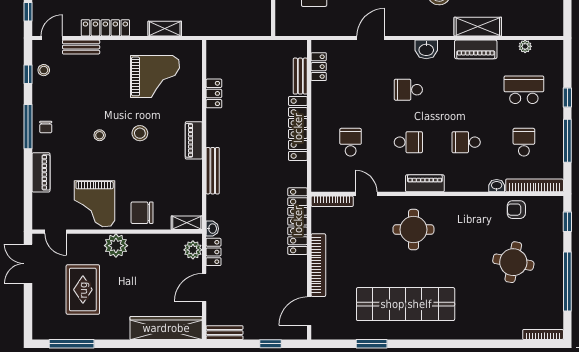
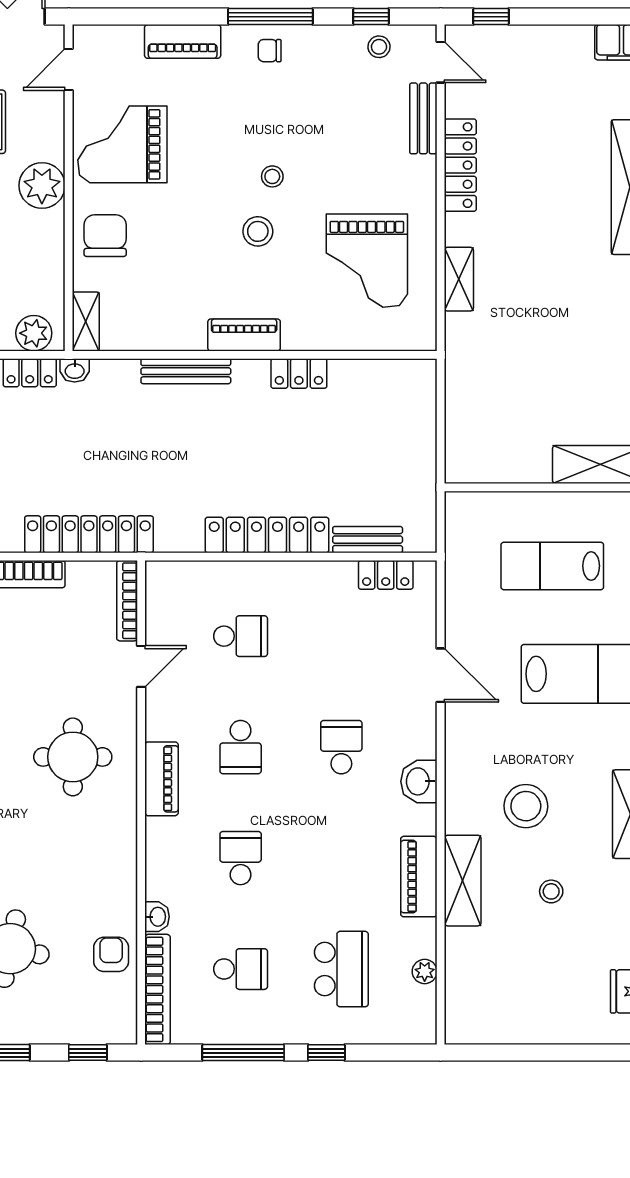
locker: (214, 93) -> (299, 374), moved
stool: (100, 135) -> (272, 176), moved

